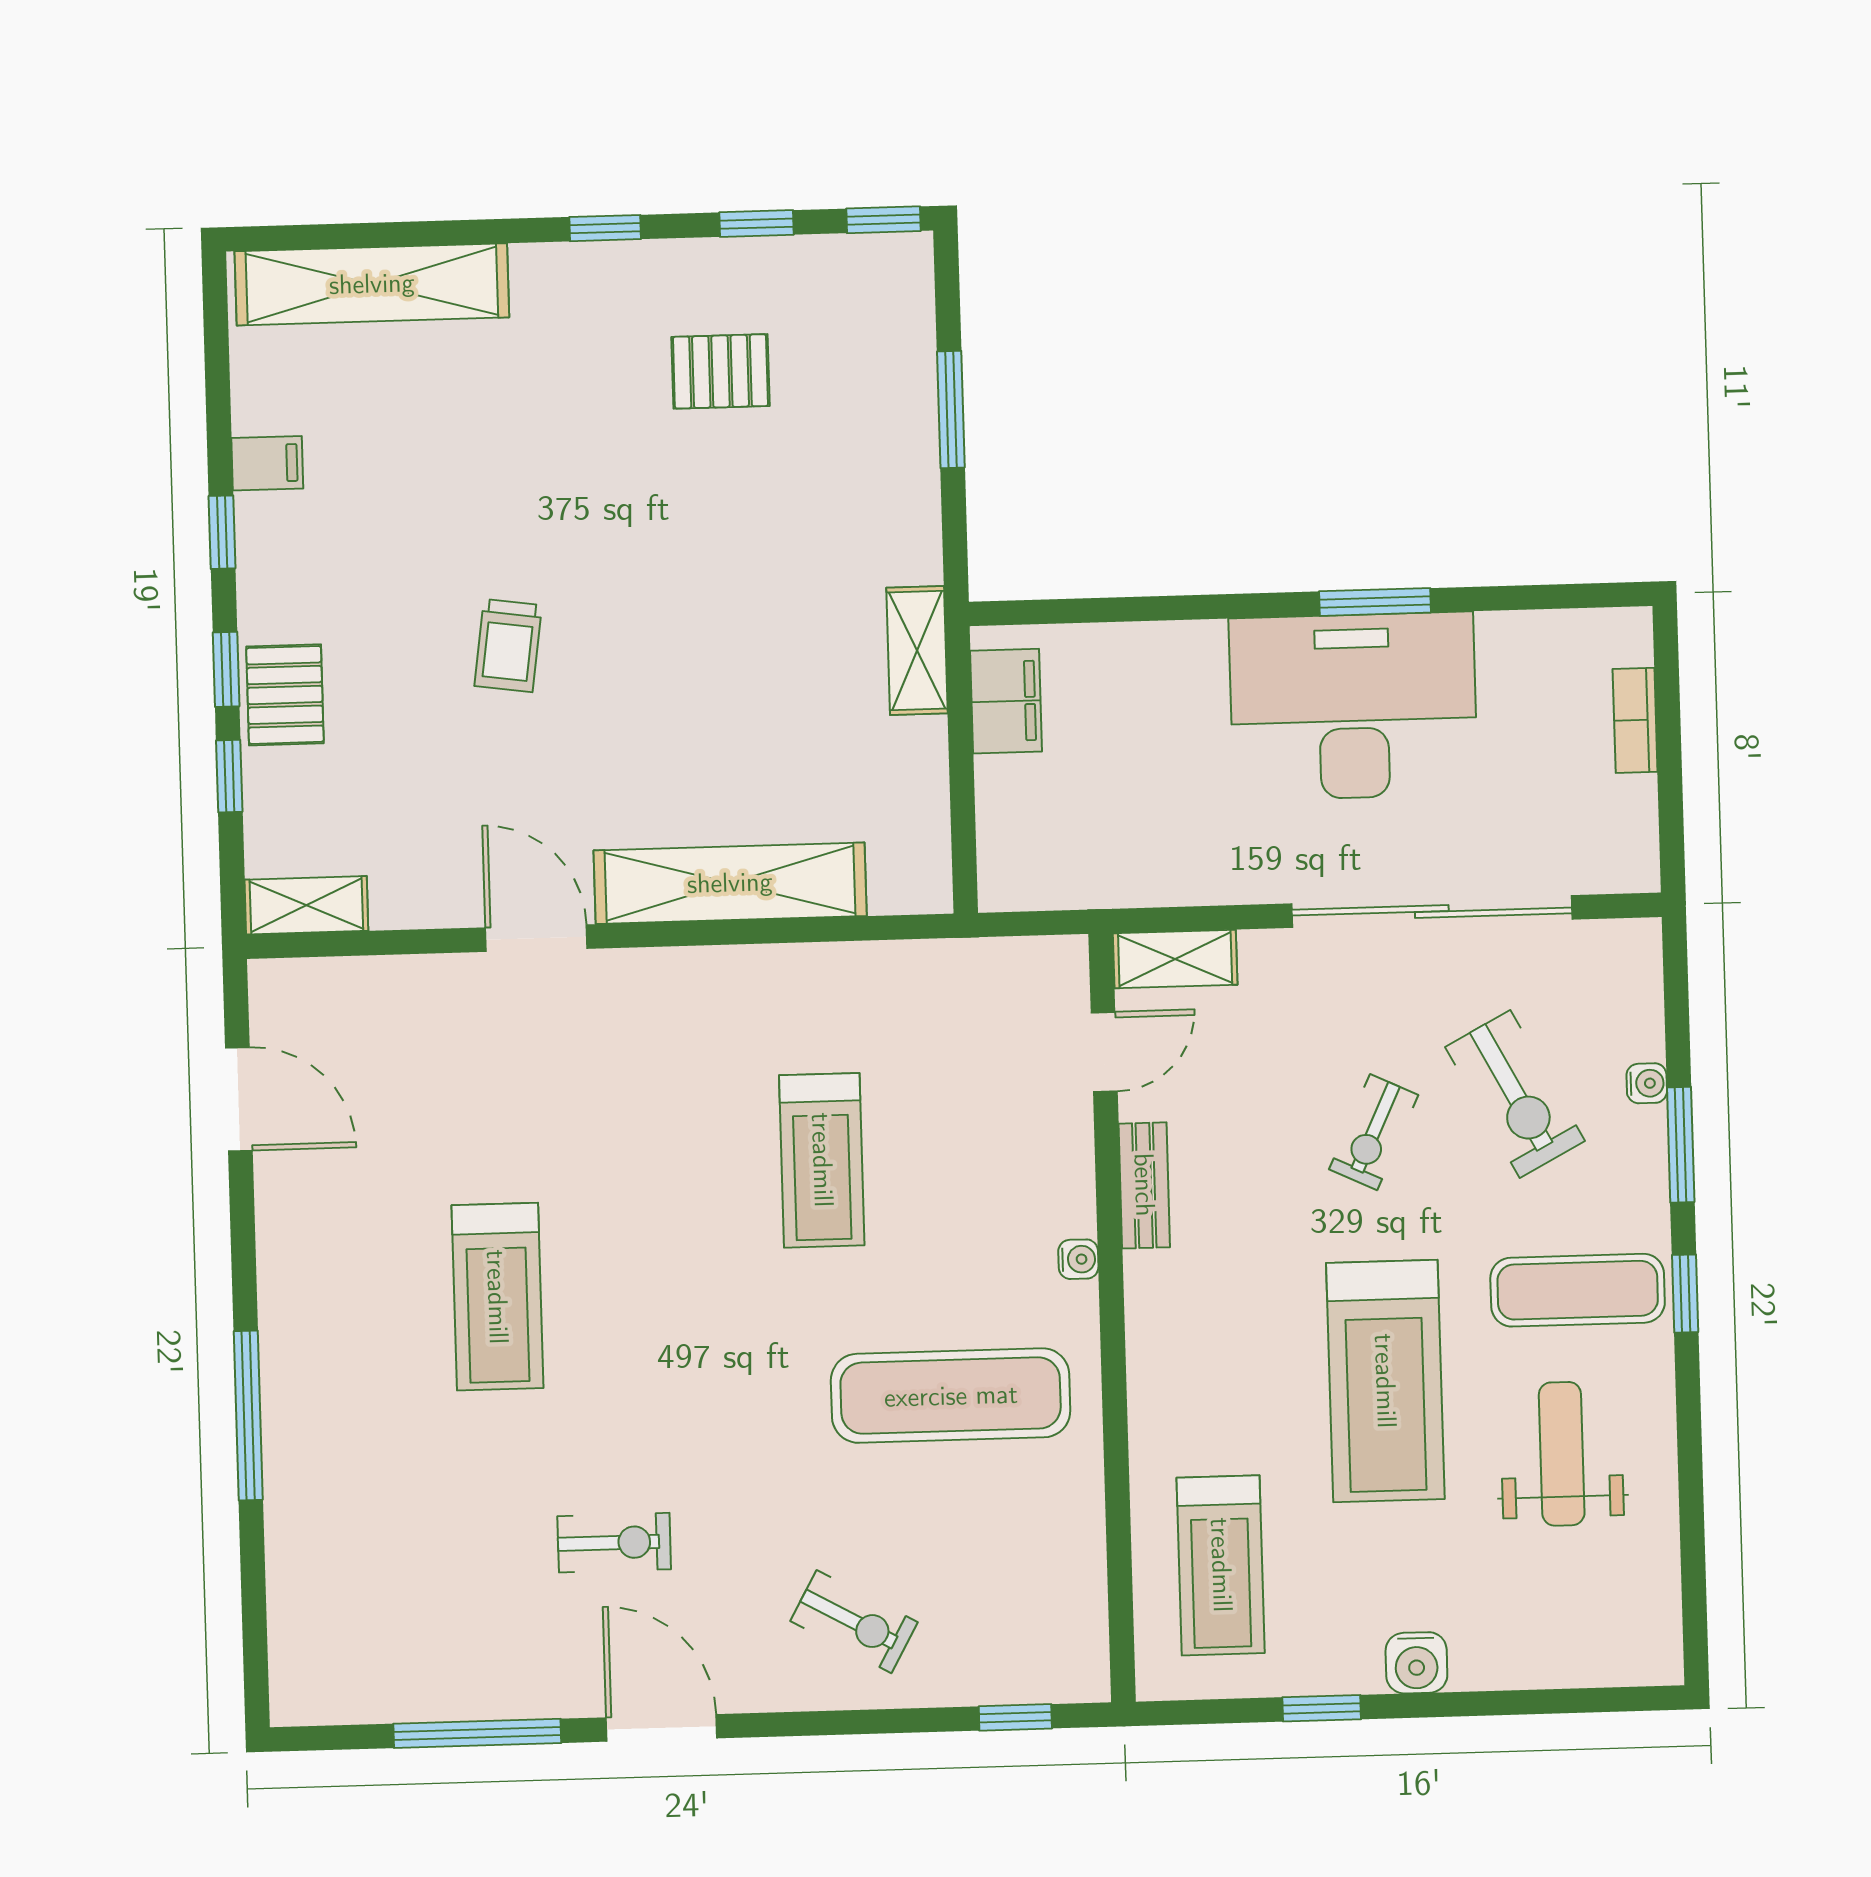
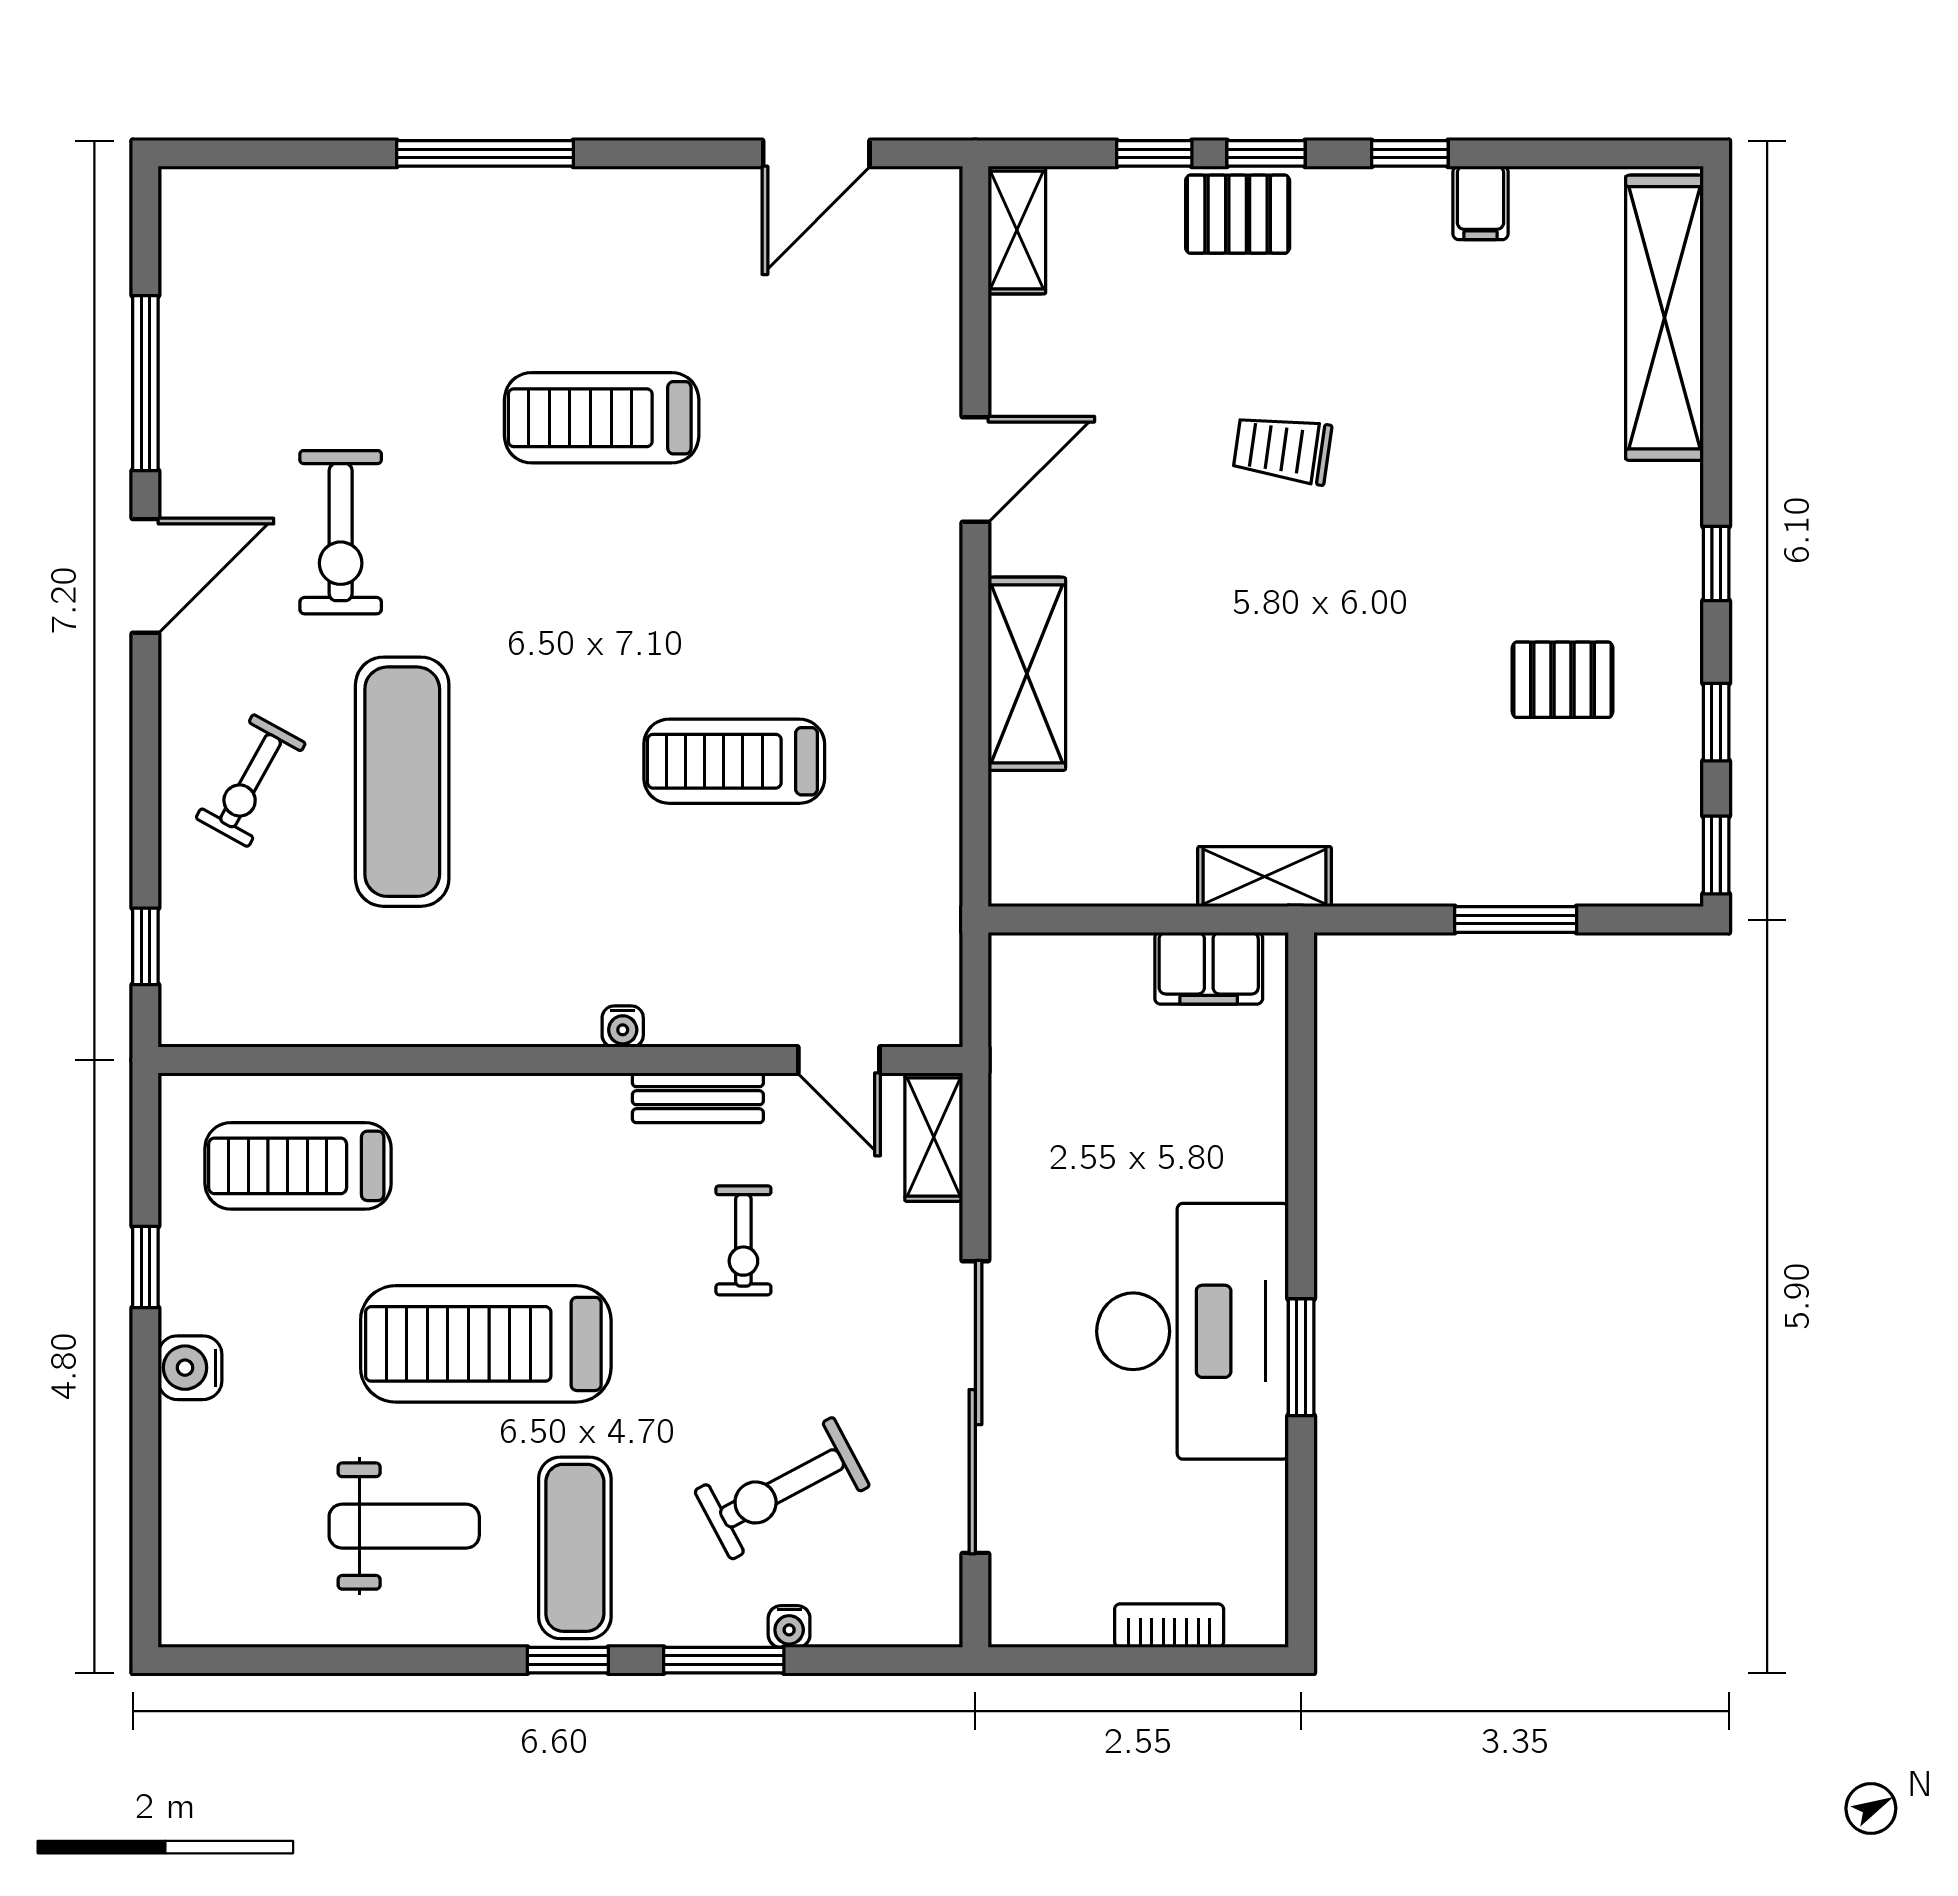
pallet: (720, 371) -> (1563, 680), turned 90
shelving: (730, 883) -> (1027, 674), width x0.68
exercise bike: (1374, 1132) -> (743, 1240), moved, turned -115
exercise mat: (951, 1396) -> (402, 782), moved
exercise bike: (614, 1543) -> (341, 532), width x1.38, depth x1.39

